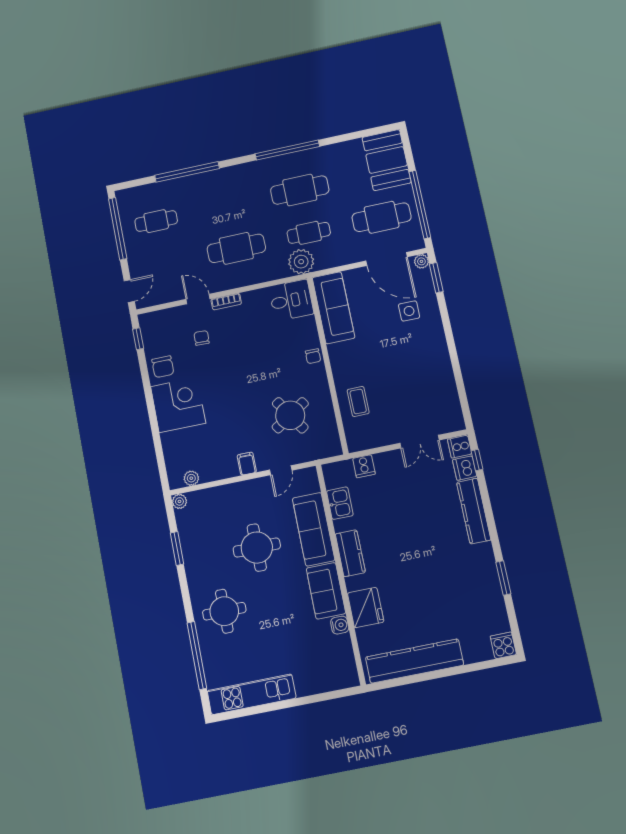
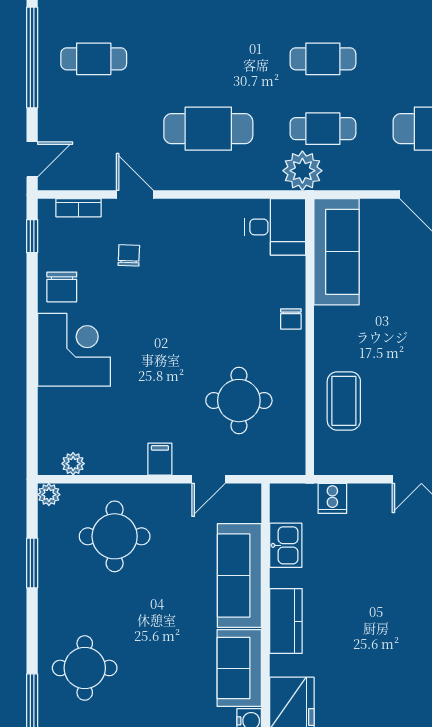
cafe table: (300, 190) -> (323, 59), width x0.73, depth x0.74
bookcase: (226, 302) -> (78, 208), moved
coffee table: (358, 401) -> (344, 401), width x1.36, depth x1.30
round table: (290, 415) -> (239, 401), turned 33
round table: (257, 548) -> (115, 536), moved

